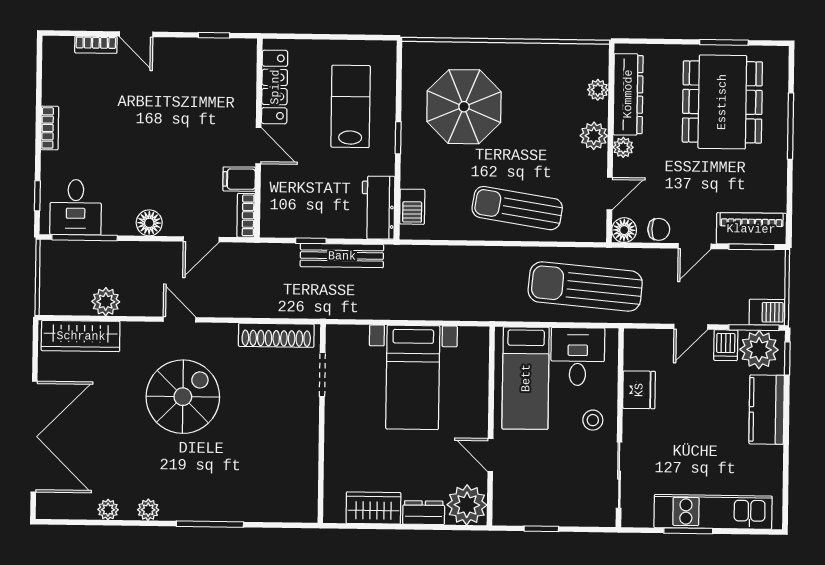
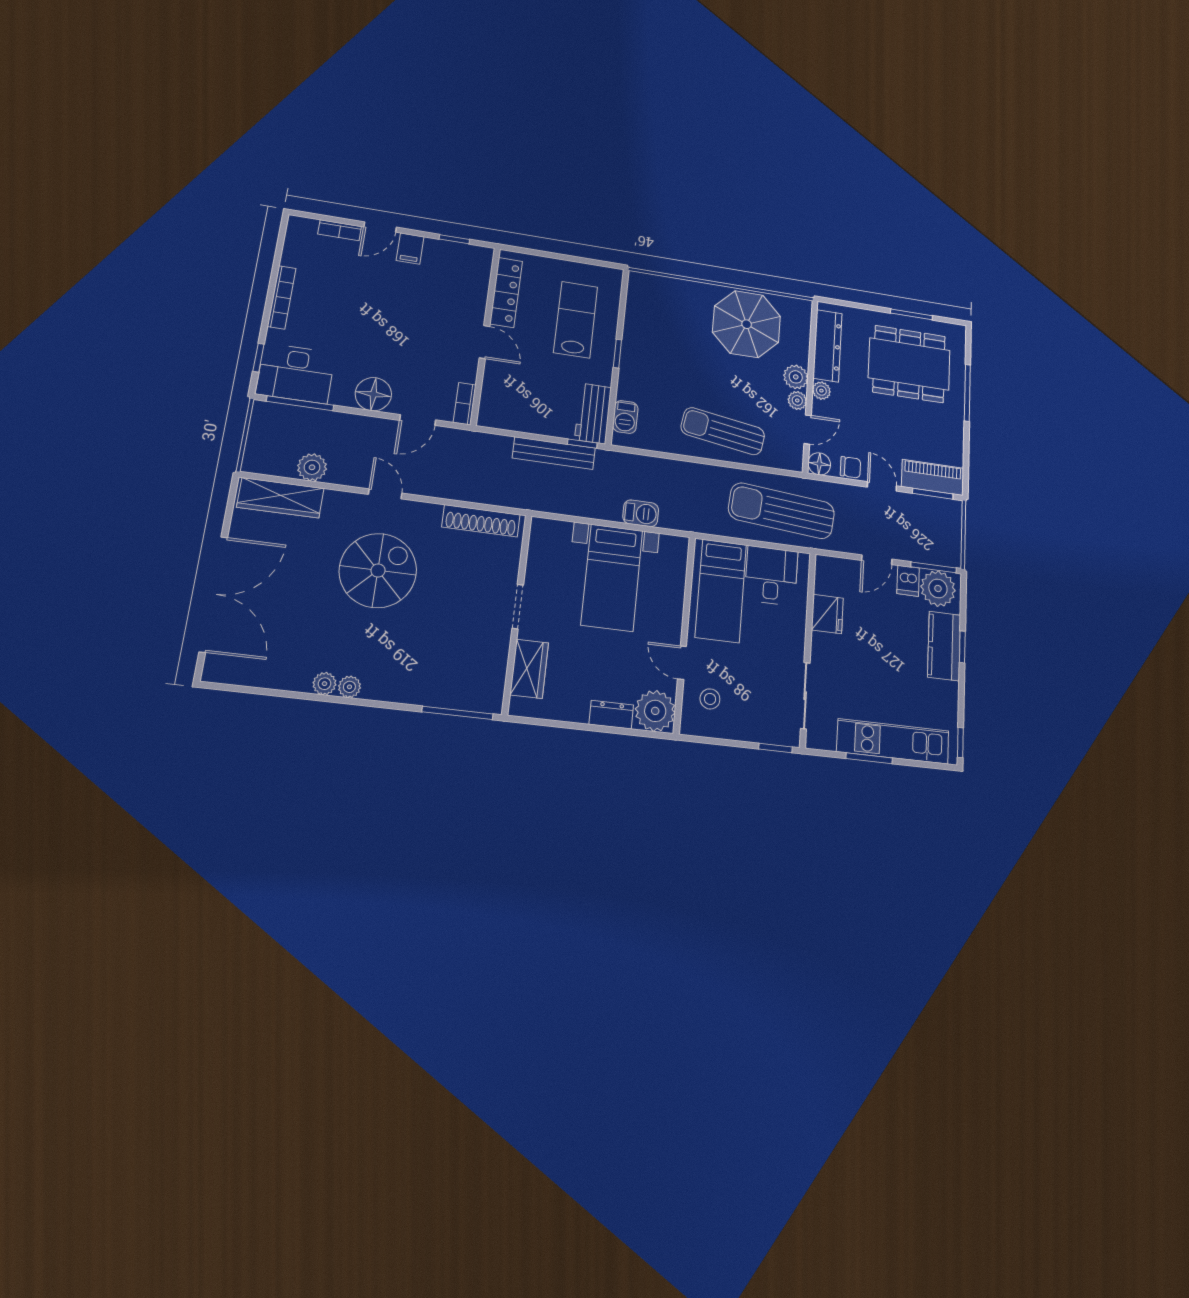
door: (136, 34) -> (380, 227), hinge flipped
plant: (598, 90) -> (797, 400), moved
dining table: (722, 102) -> (909, 364), turned 90
parasol: (464, 107) -> (747, 324), moved
bookcase: (50, 128) -> (282, 297), width x1.56
filing cabinet: (239, 179) -> (410, 249), moved, turned -90
desk: (76, 207) -> (296, 374), width x1.37
floor lamp: (149, 223) -> (373, 394), width x1.38, depth x1.38
window: (311, 241) -> (582, 444), moved
door: (695, 246) -> (882, 486), swing flipped
barbecue: (767, 312) -> (641, 513), moved
window: (787, 358) -> (962, 647), moved
doorway: (322, 374) -> (518, 607), moved
stool: (593, 420) -> (710, 699), moved
window: (785, 506) -> (960, 743), added
wardrobe: (373, 508) -> (529, 669), moved, turned 90
plant: (108, 510) -> (349, 687), moved
window: (210, 524) -> (458, 713), moved
window: (541, 529) -> (775, 748), moved

